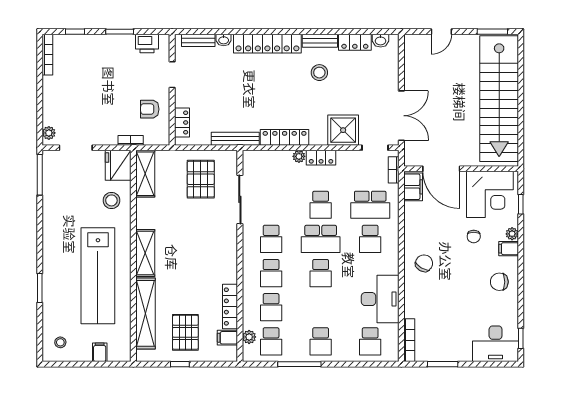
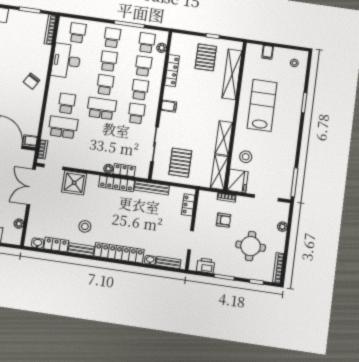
plant: (410, 63) -> (19, 224), added
round table: (89, 79) -> (251, 246), added
armchair: (150, 109) -> (224, 220), moved
plant: (49, 133) -> (282, 227), moved
locker: (321, 158) -> (124, 170), moved
filing cabinet: (413, 187) -> (30, 140), width x0.50
school desk: (321, 205) -> (109, 61), moved
shelving: (145, 253) -> (224, 138), moved
lab bench: (98, 276) -> (262, 105), width x0.73
filing cabinet: (227, 338) -> (169, 106), moved

